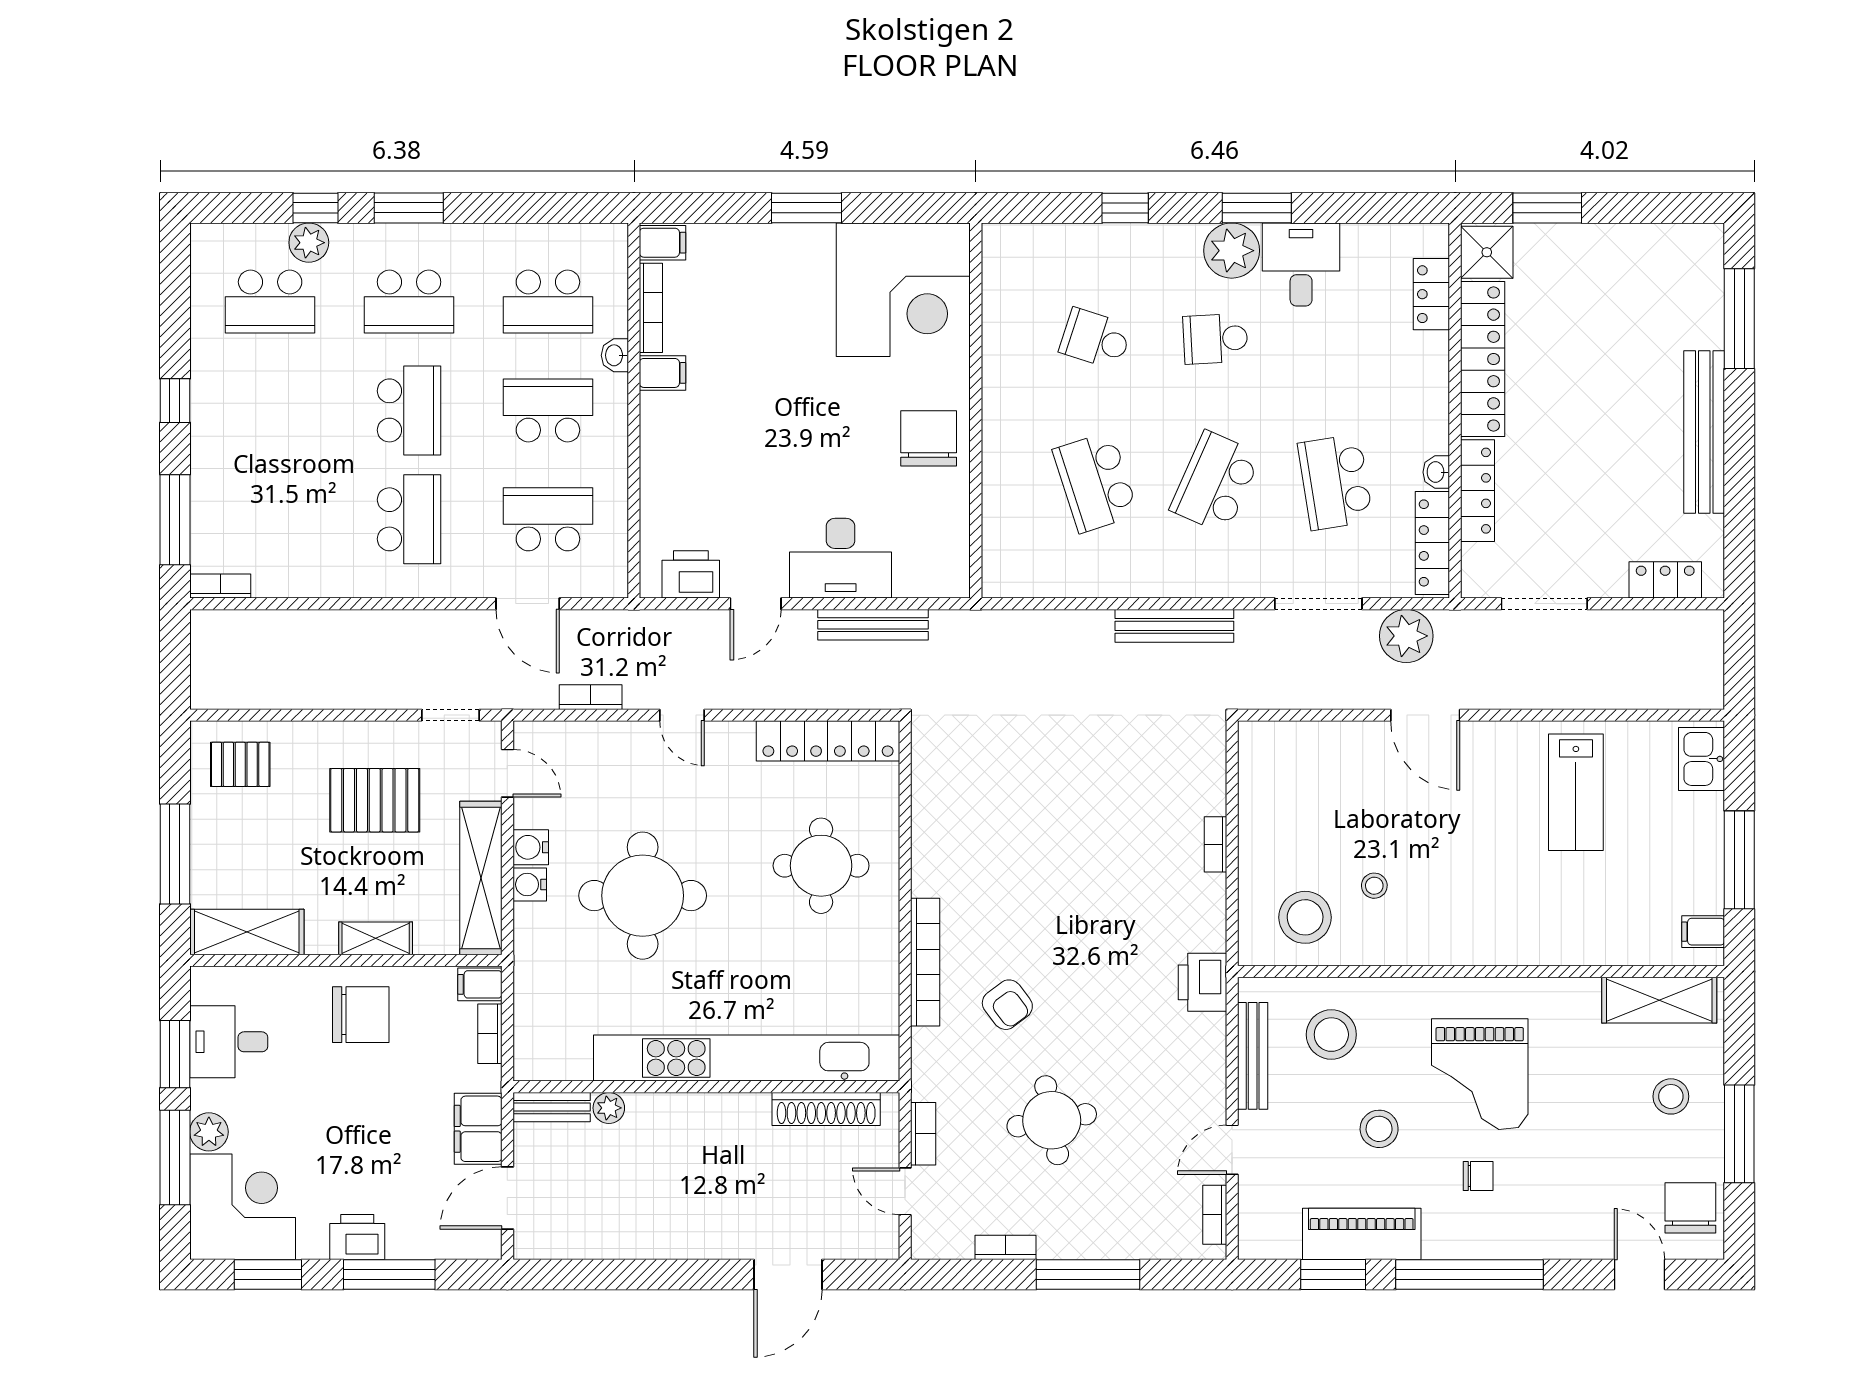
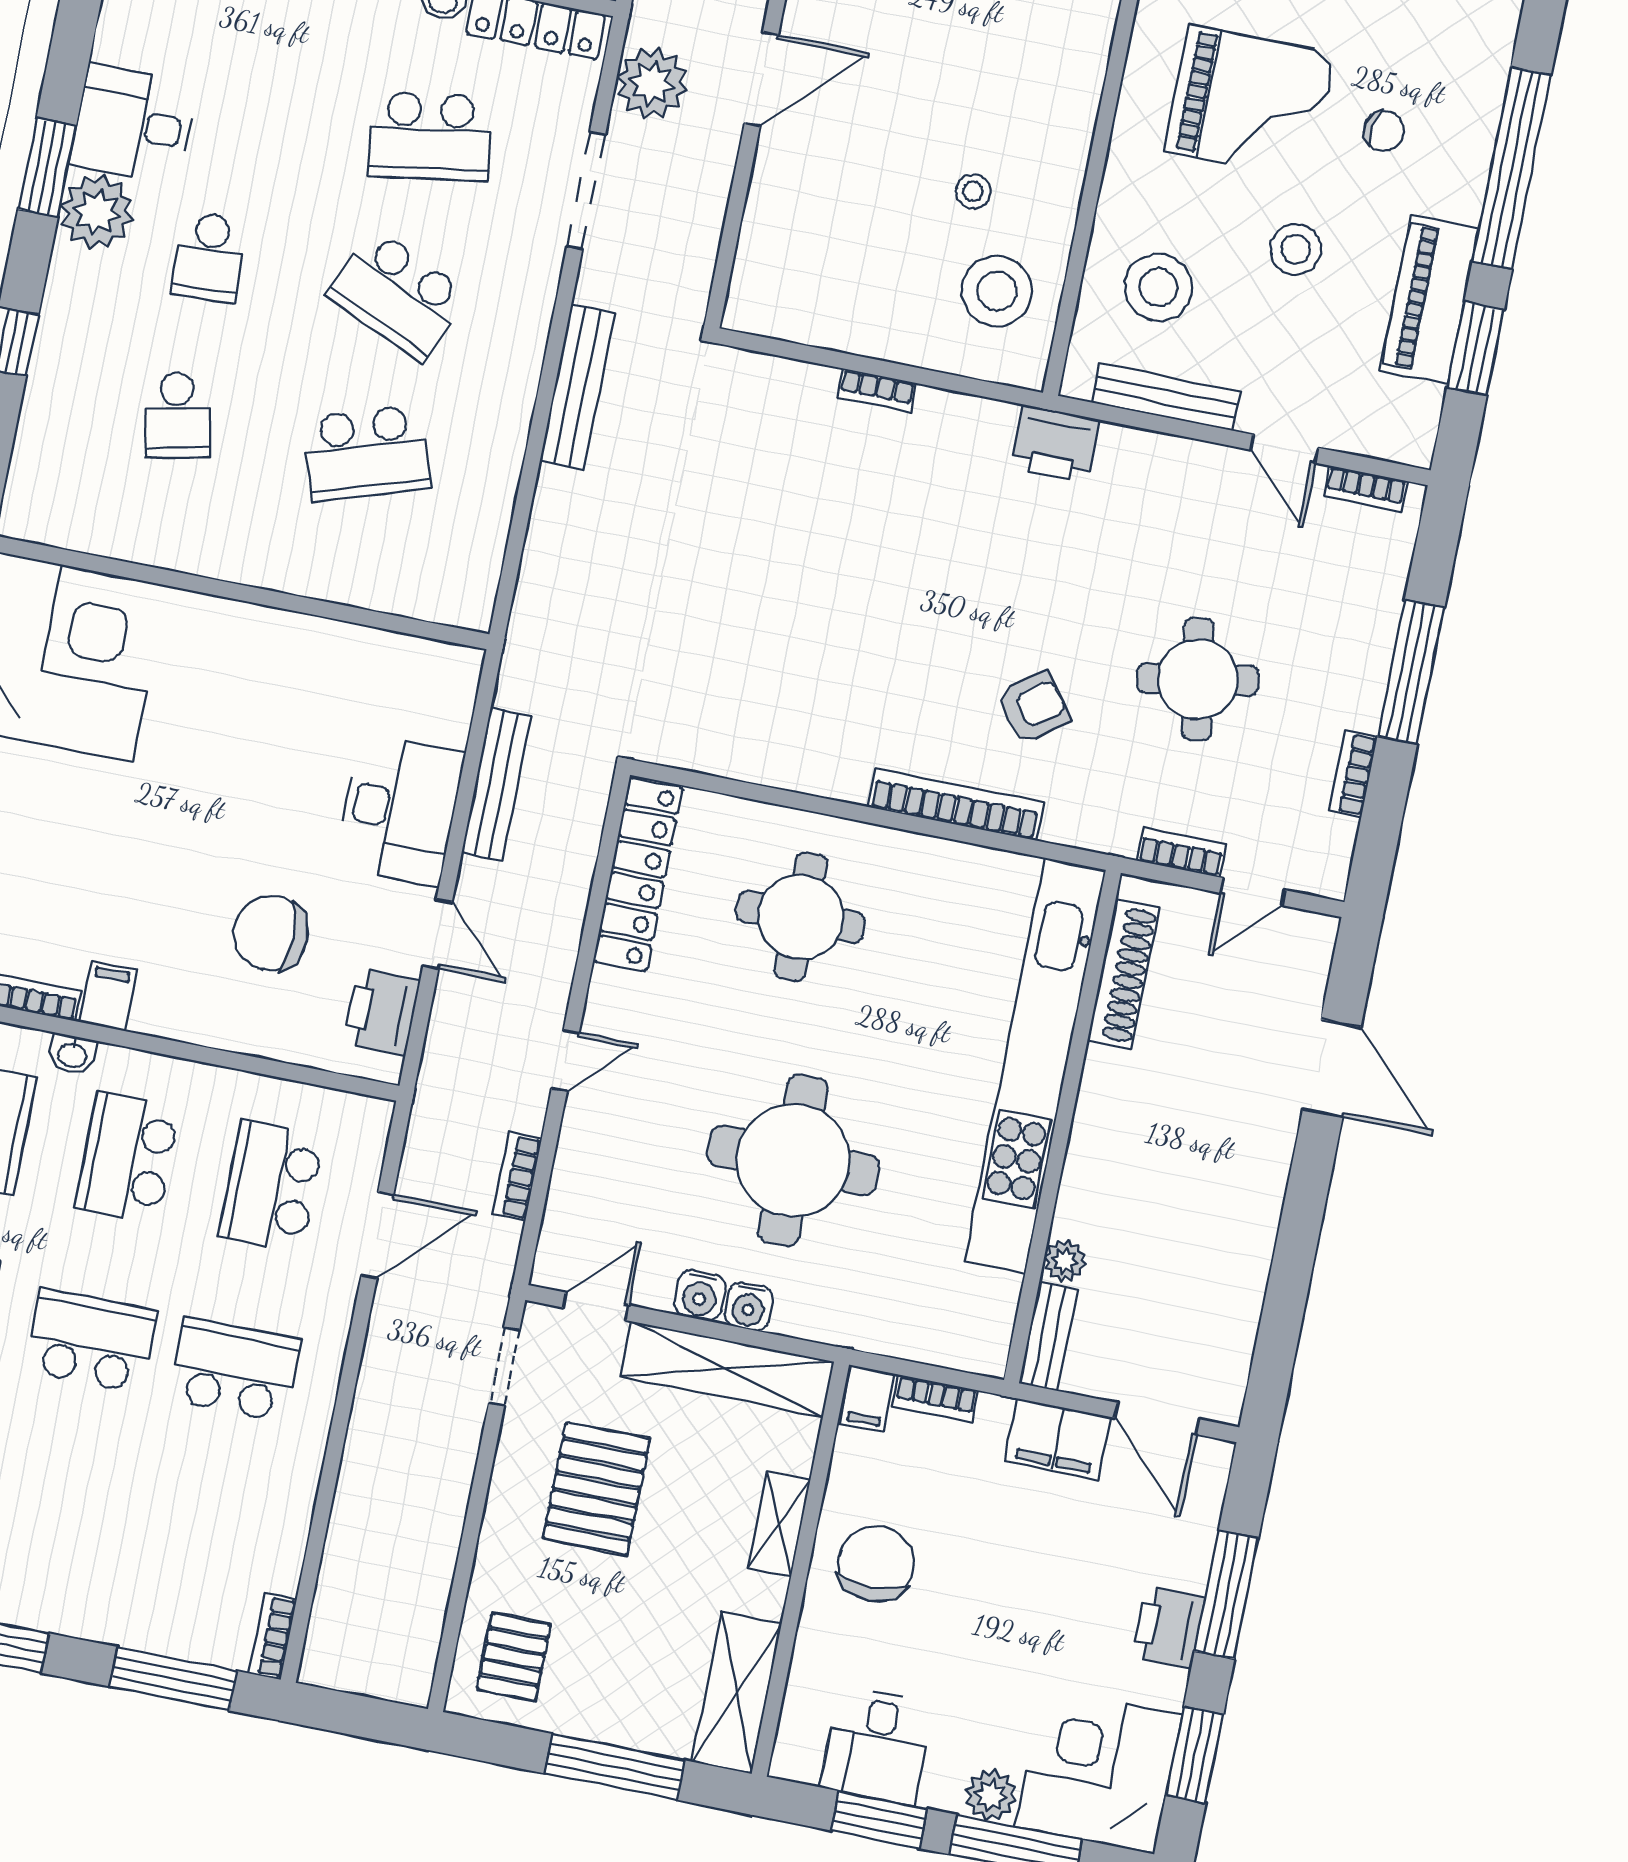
school desk: (1095, 339) -> (177, 415), turned -30
chair: (929, 438) -> (271, 933), moved
chair: (1478, 1176) -> (1384, 131), turned 100

